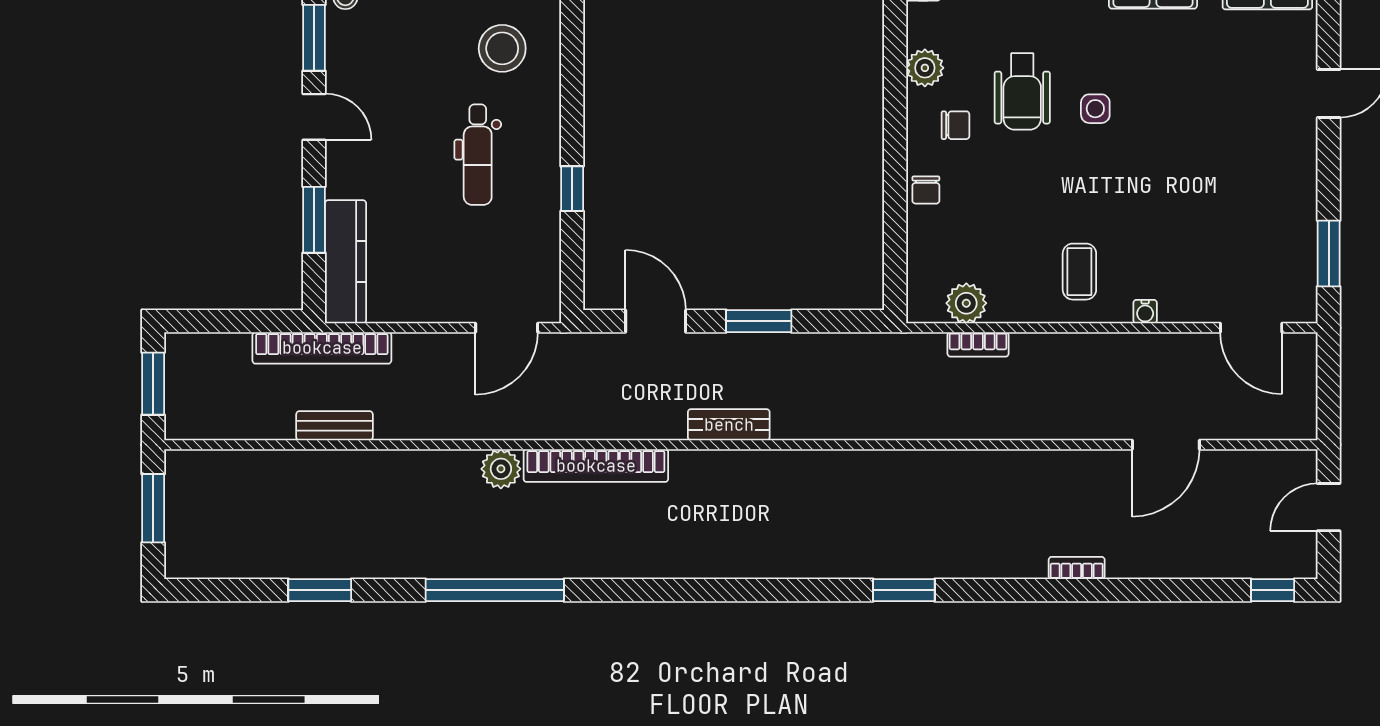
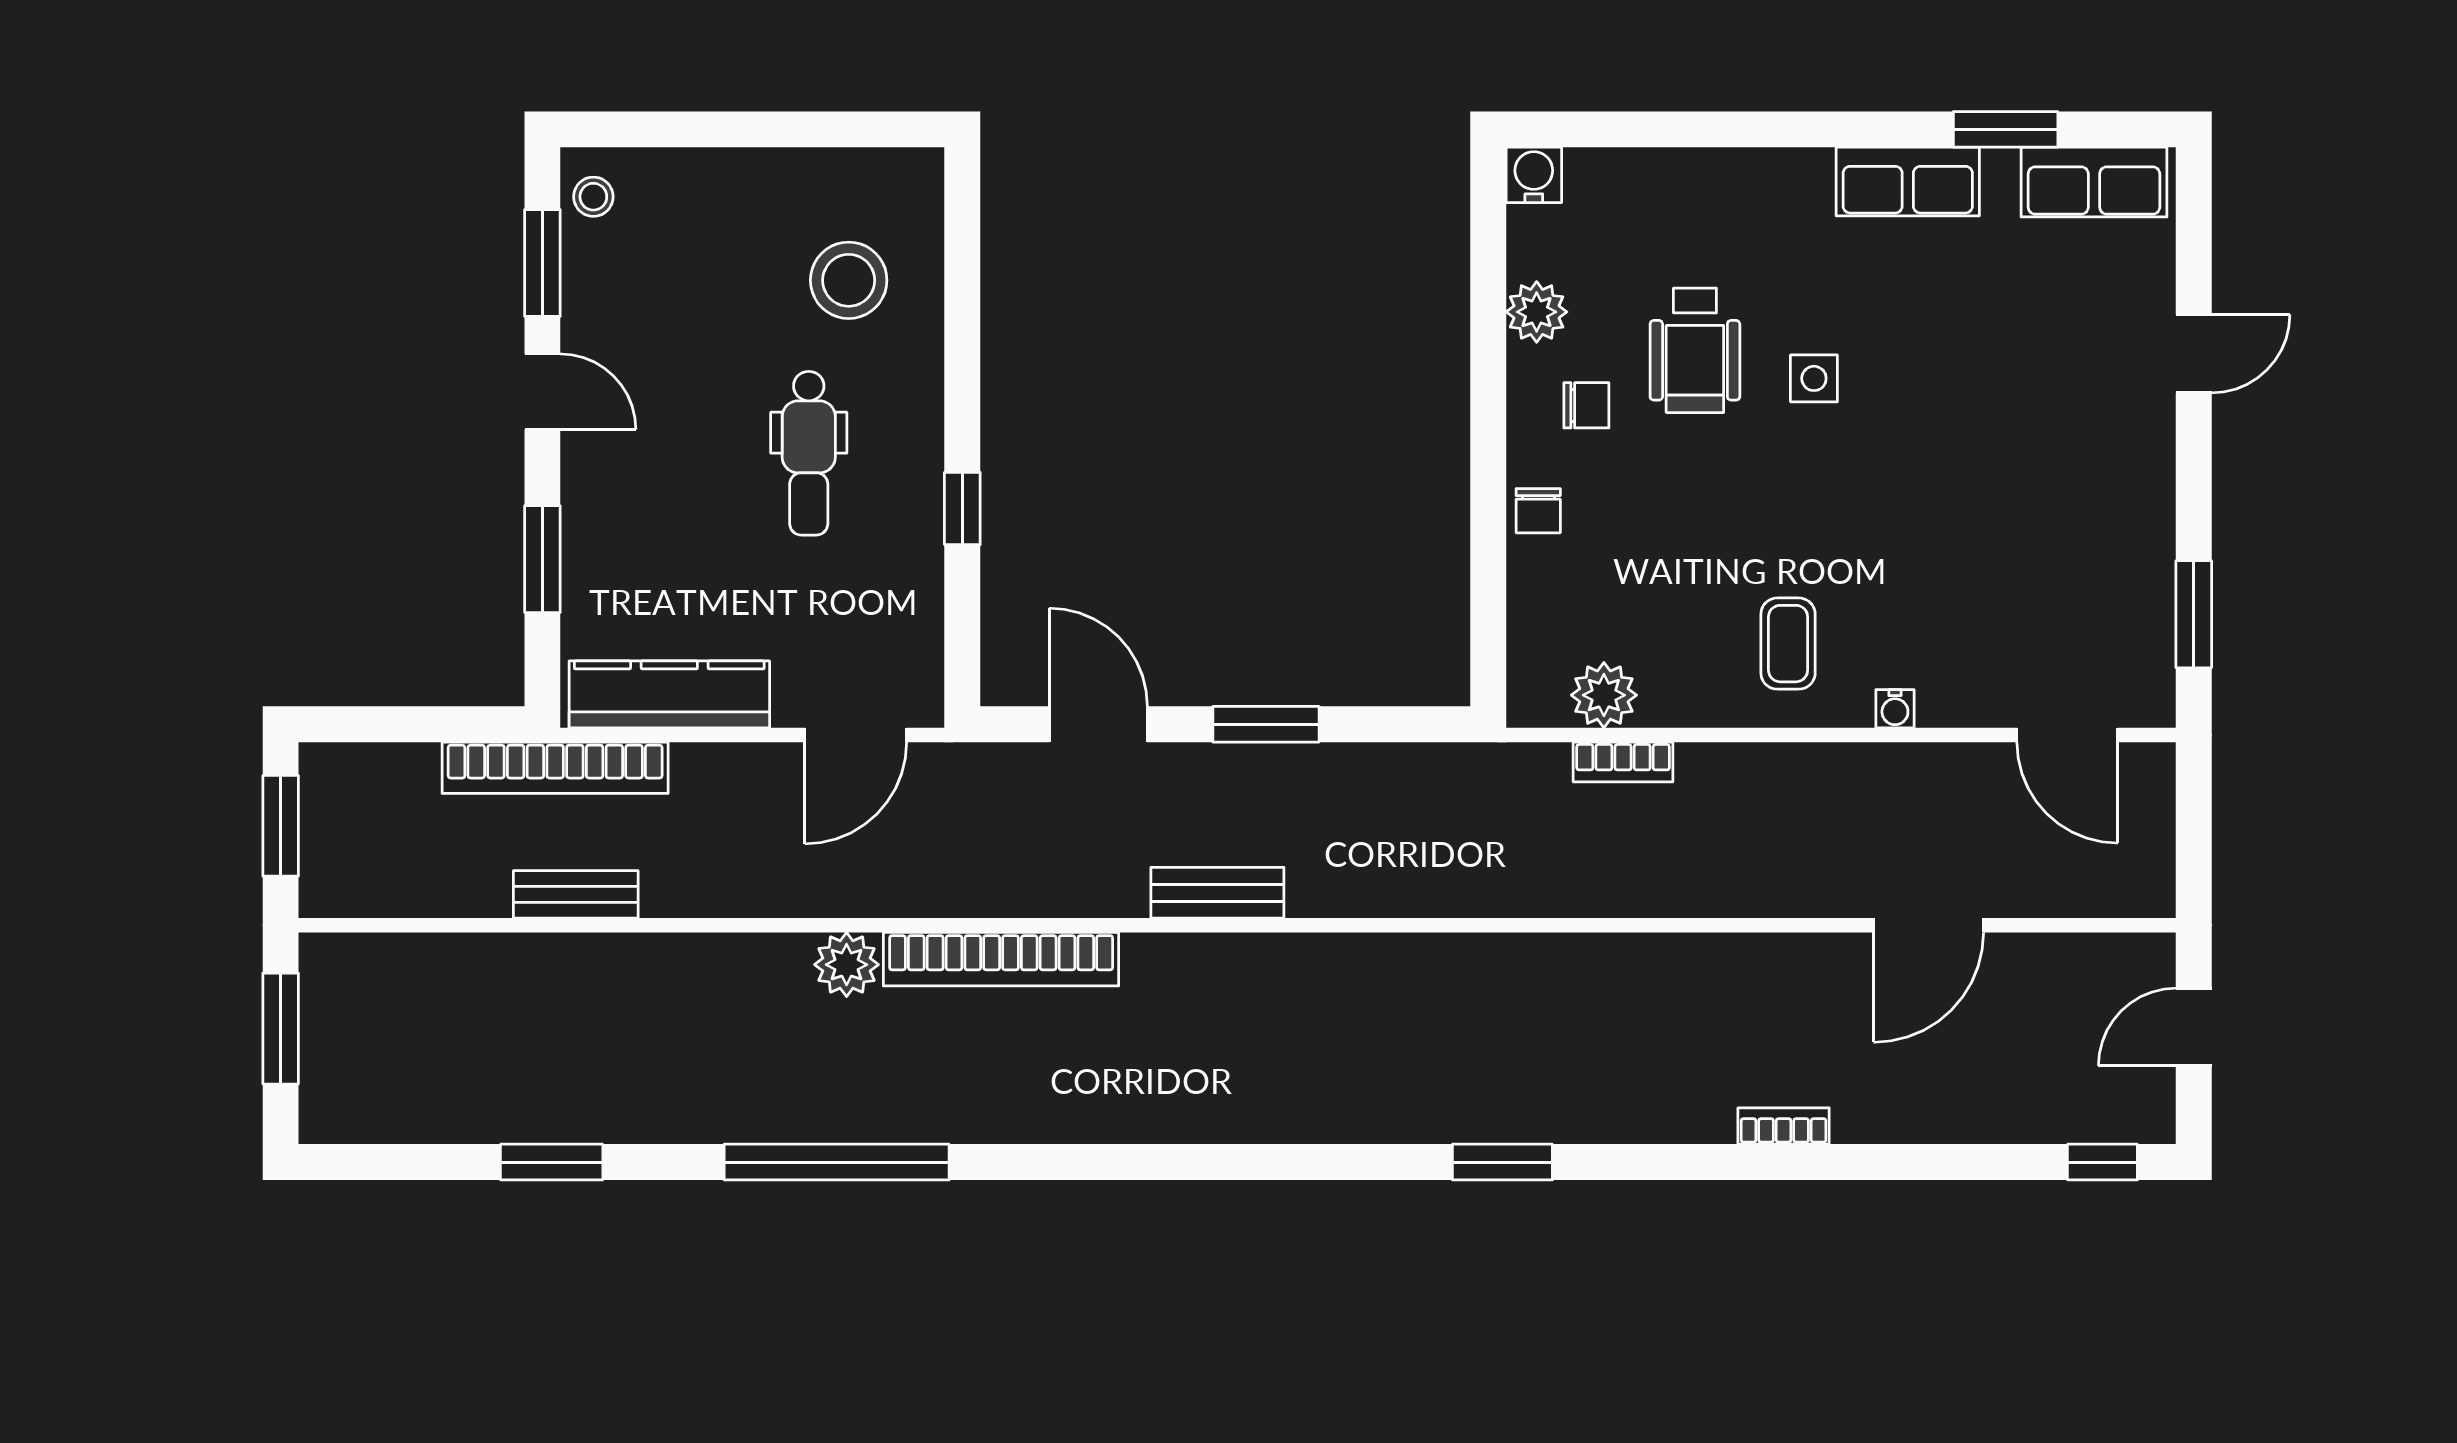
kitchen counter: (346, 262) -> (669, 694), moved, turned -90

